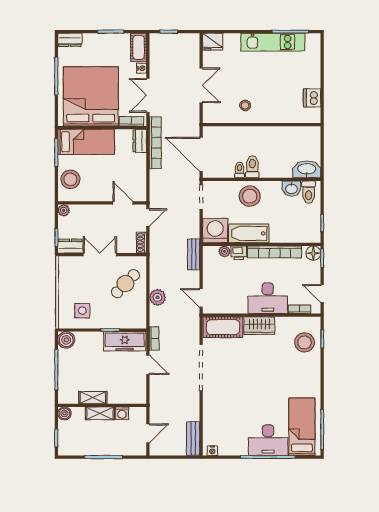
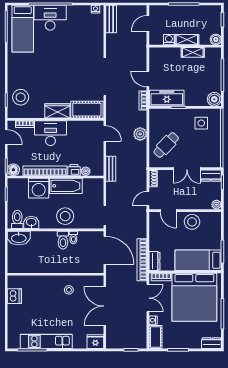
double door: (201, 85) -> (105, 306), width x1.37
stool: (70, 179) -> (192, 222), moved
washing machine: (215, 230) -> (39, 188), moved

